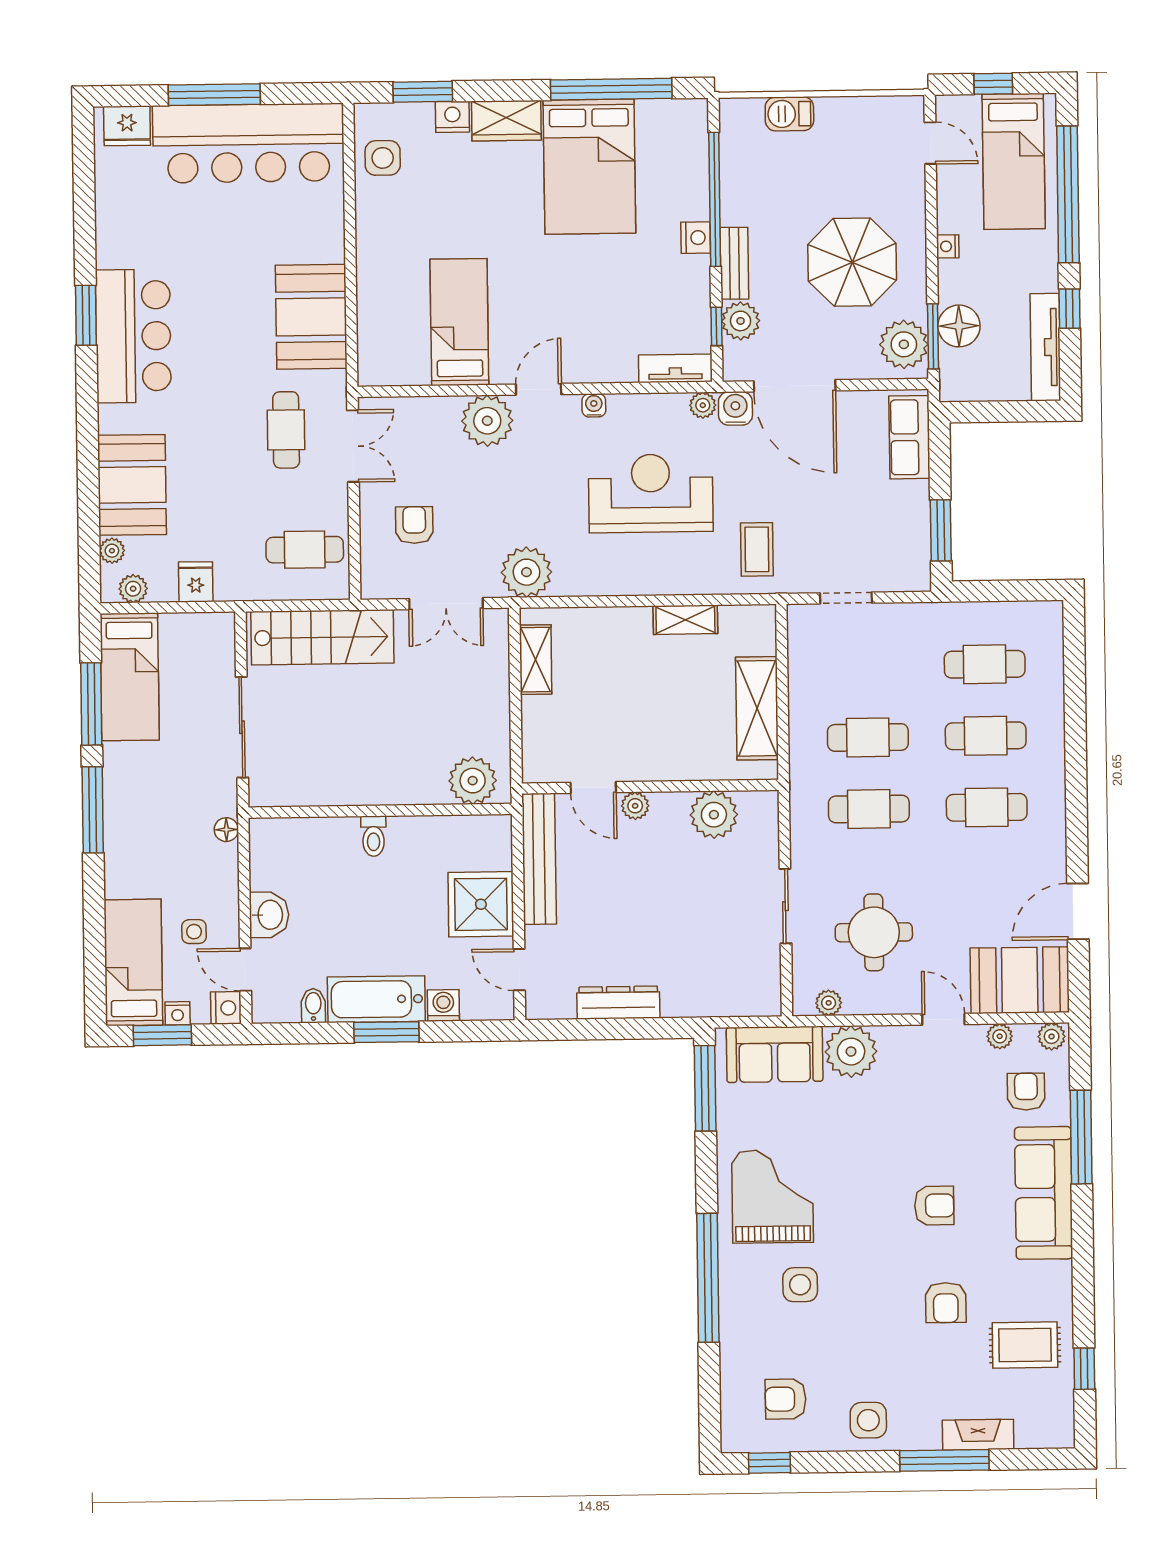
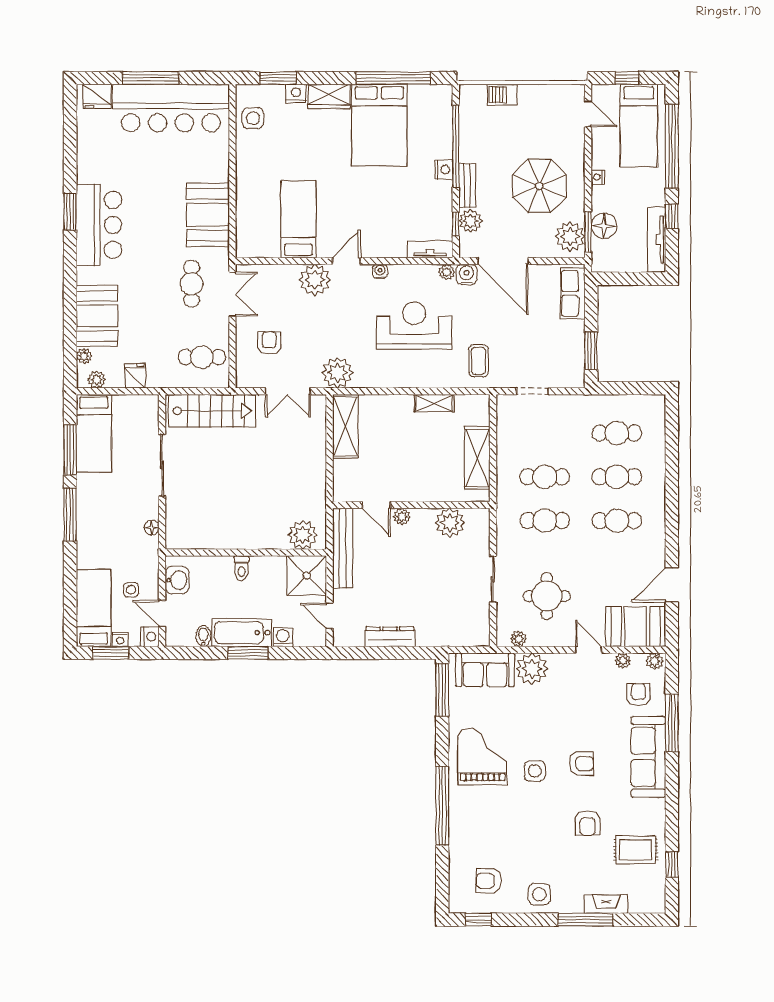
shelving: (536, 660) -> (345, 426), width x1.50, depth x1.33
plant: (473, 781) -> (303, 535), moved
wall: (380, 811) -> (246, 553), moved
toilet: (373, 836) -> (242, 568), moved
side table: (800, 1285) -> (535, 771), moved

